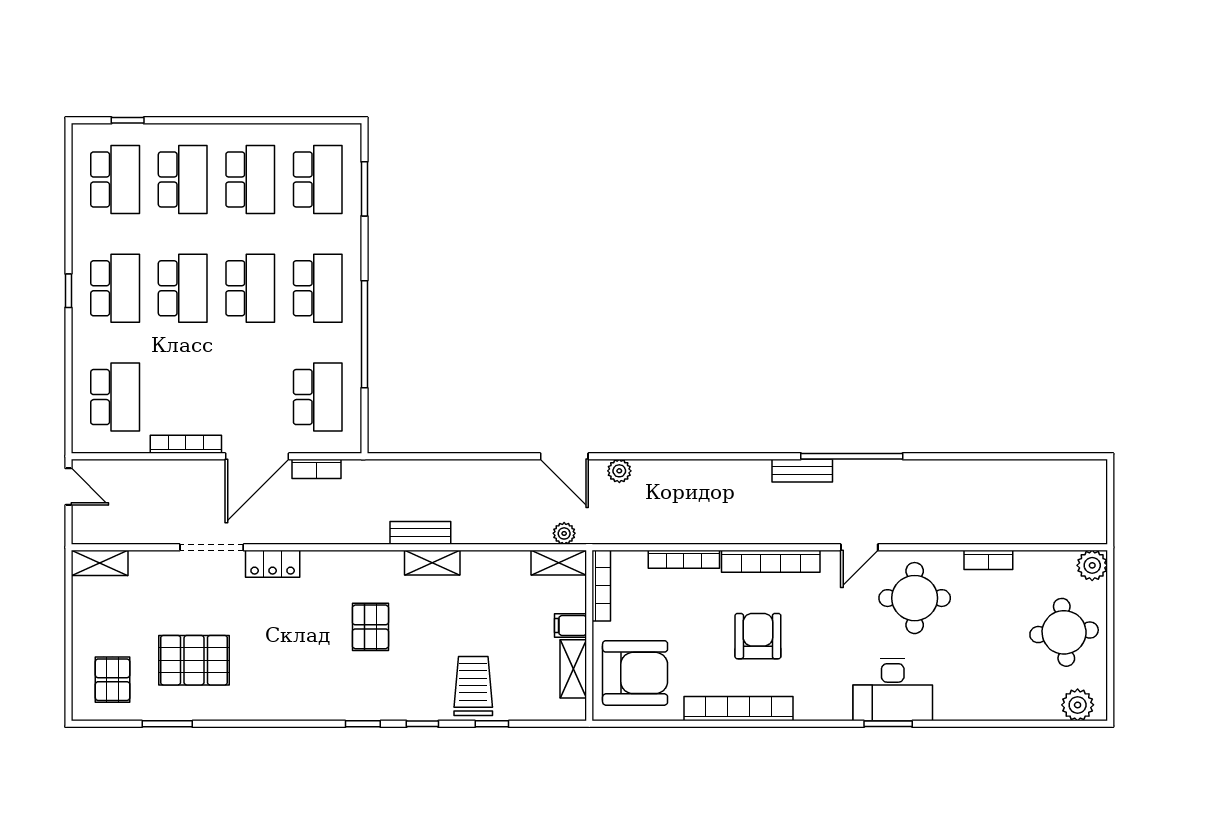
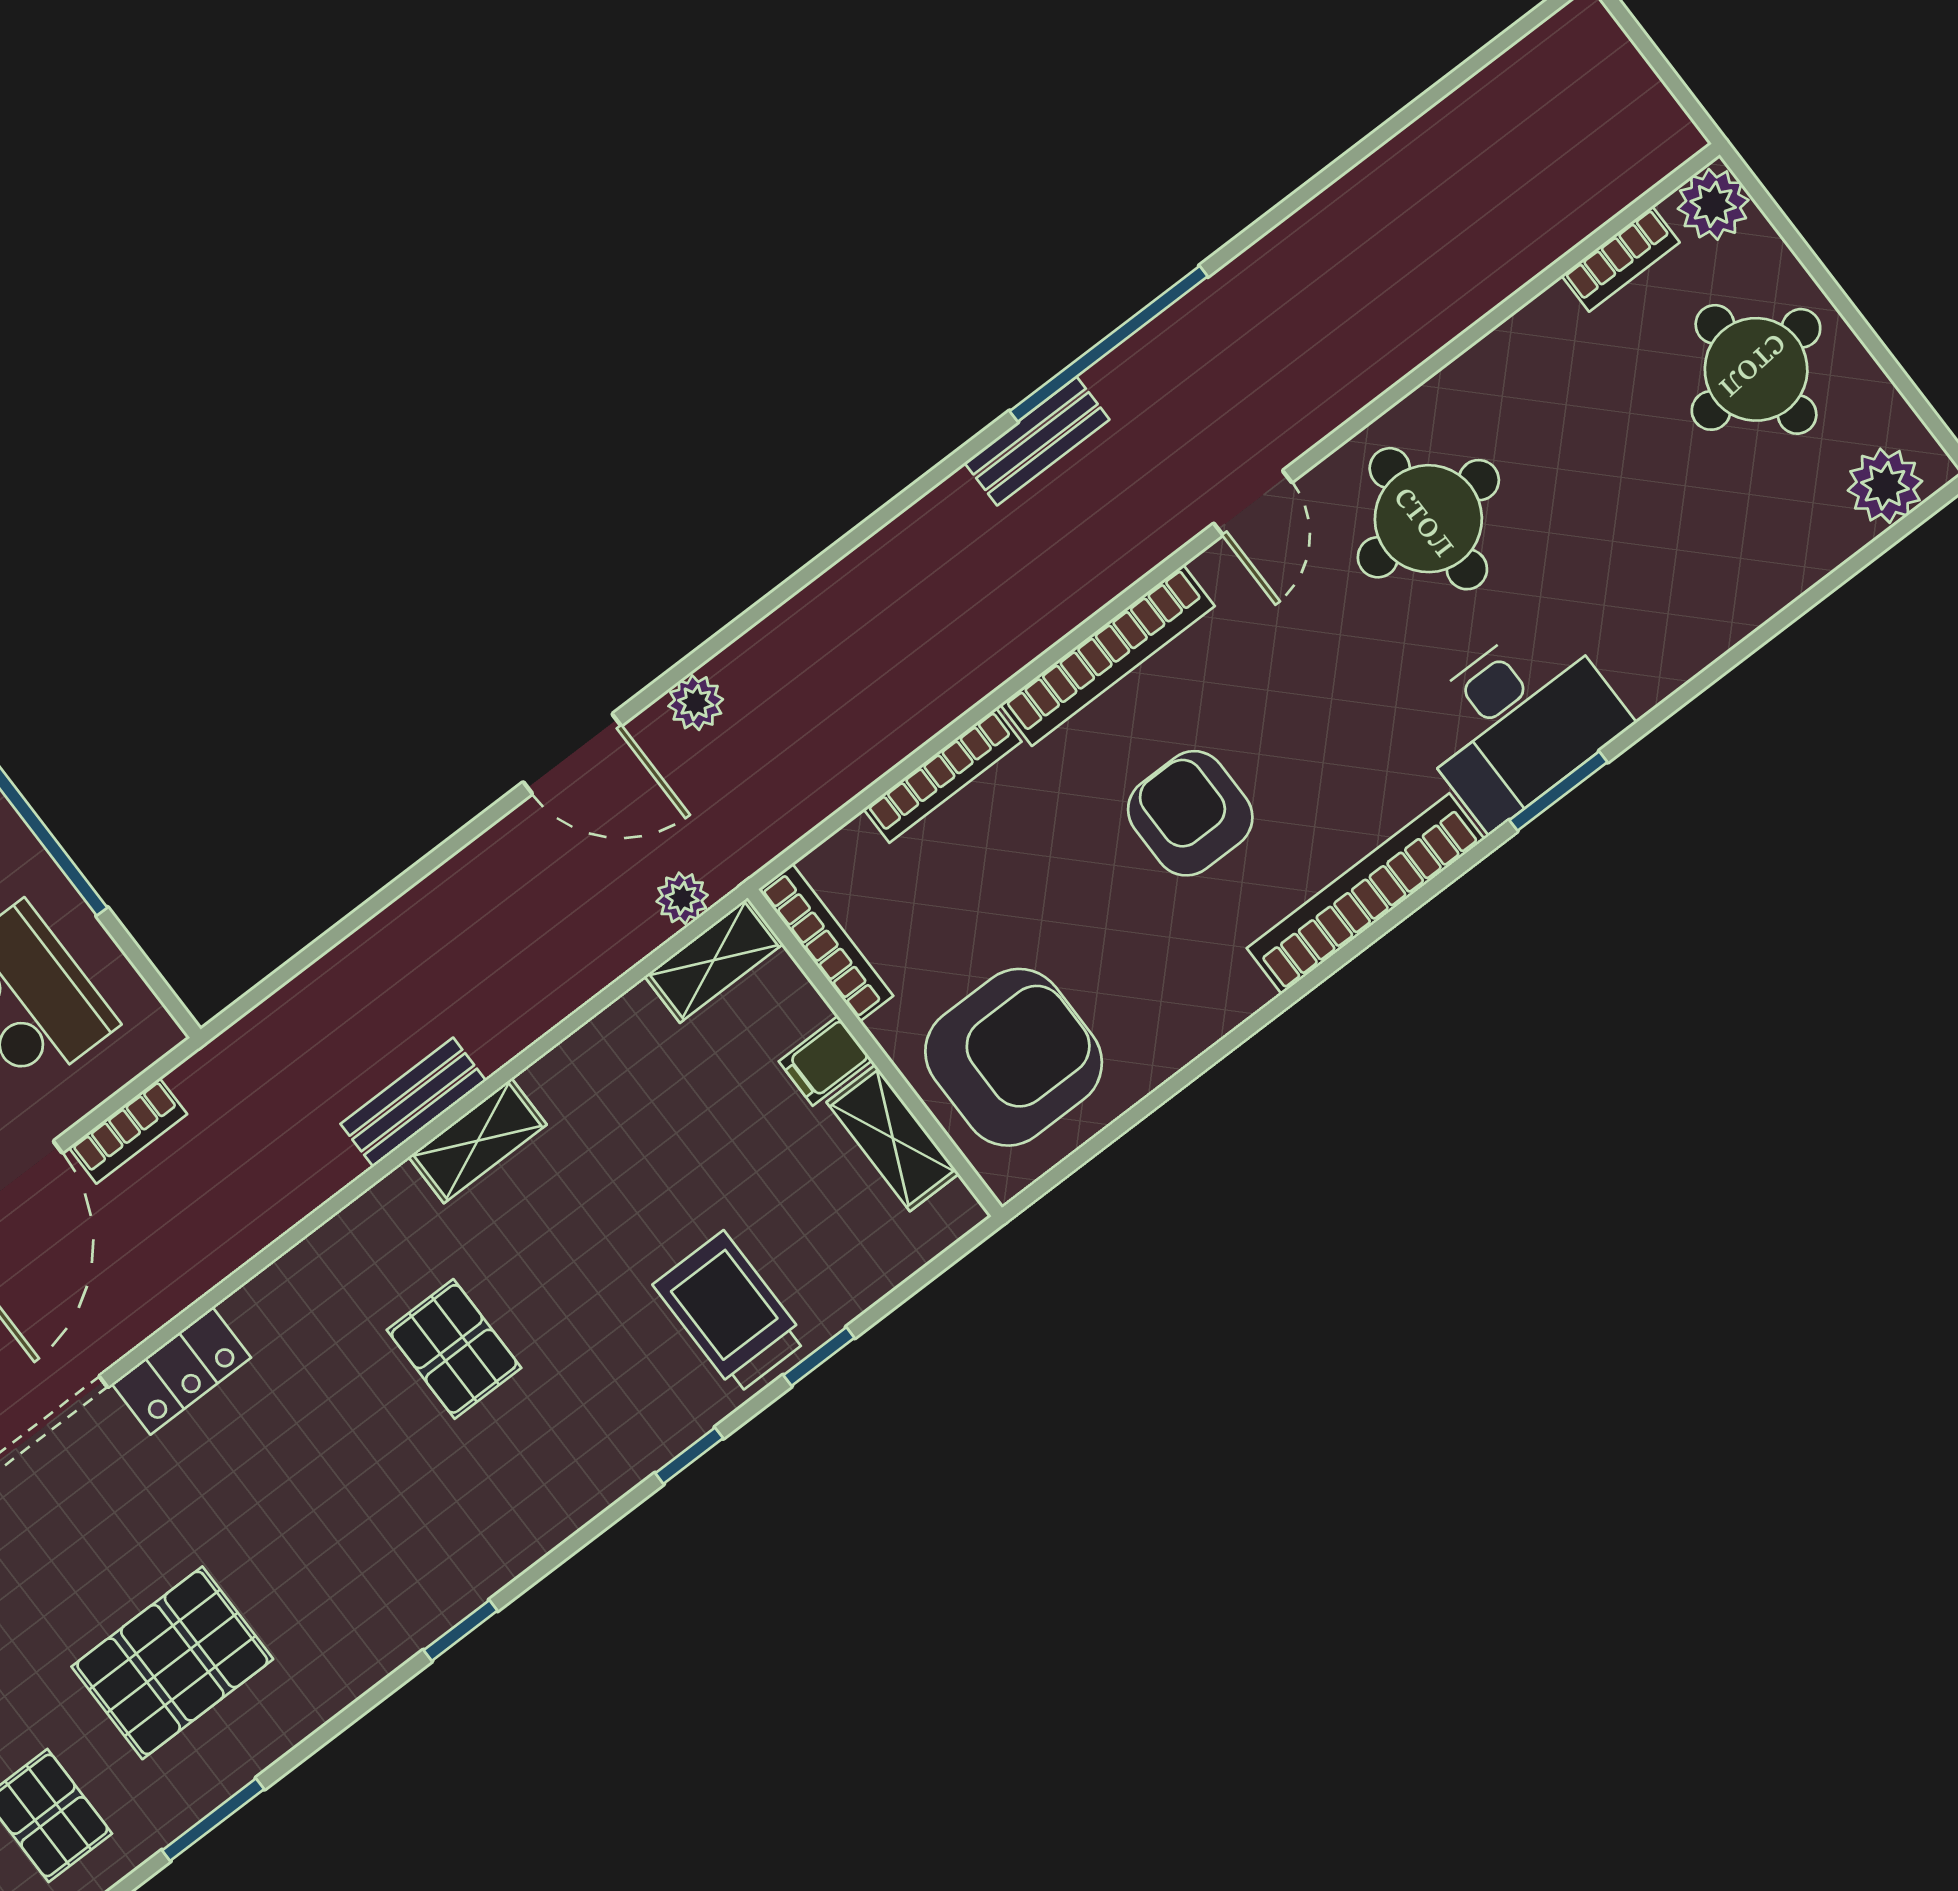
bookcase: (988, 560) -> (1621, 259), moved
bookcase: (739, 709) -> (1366, 894), moved
window: (363, 724) -> (461, 1630), moved

